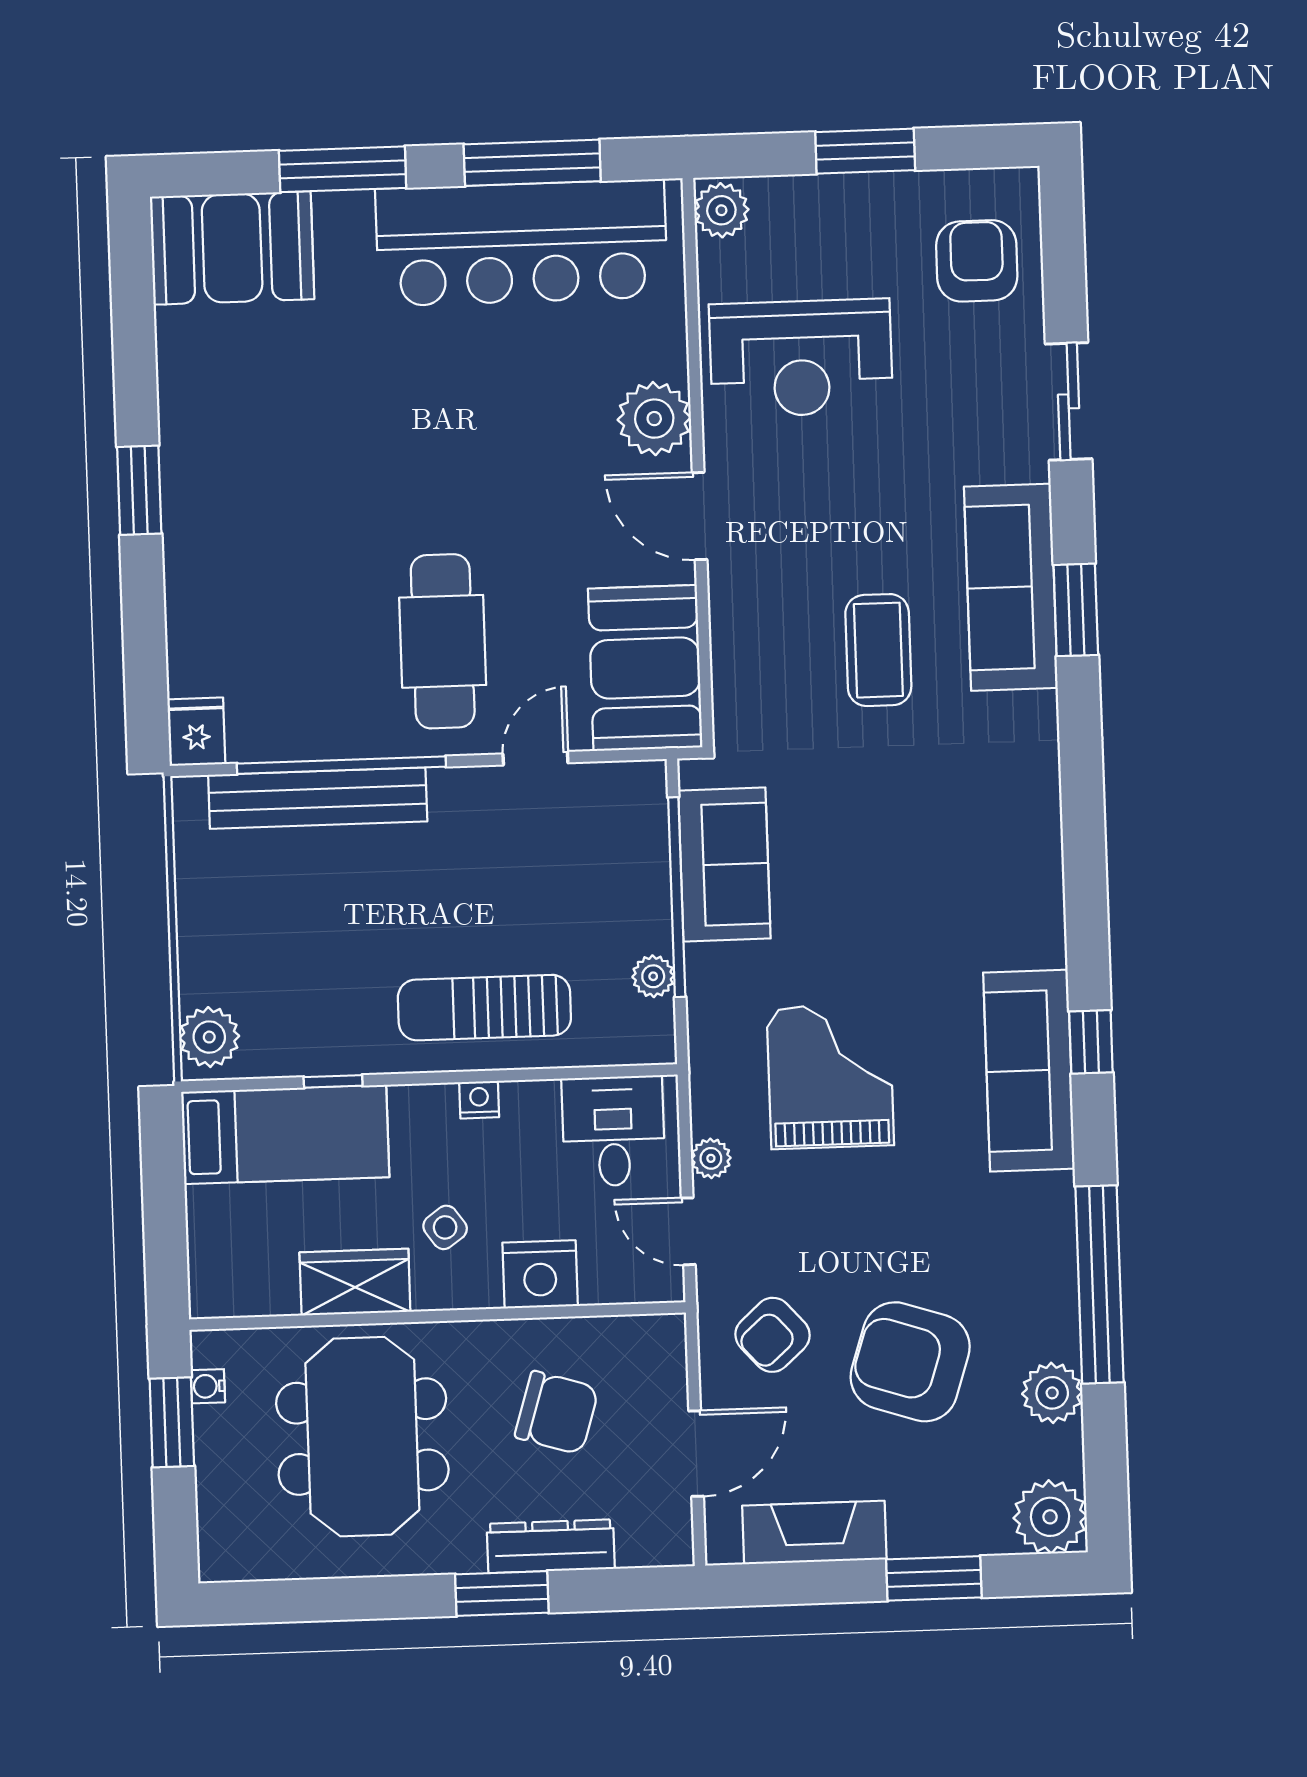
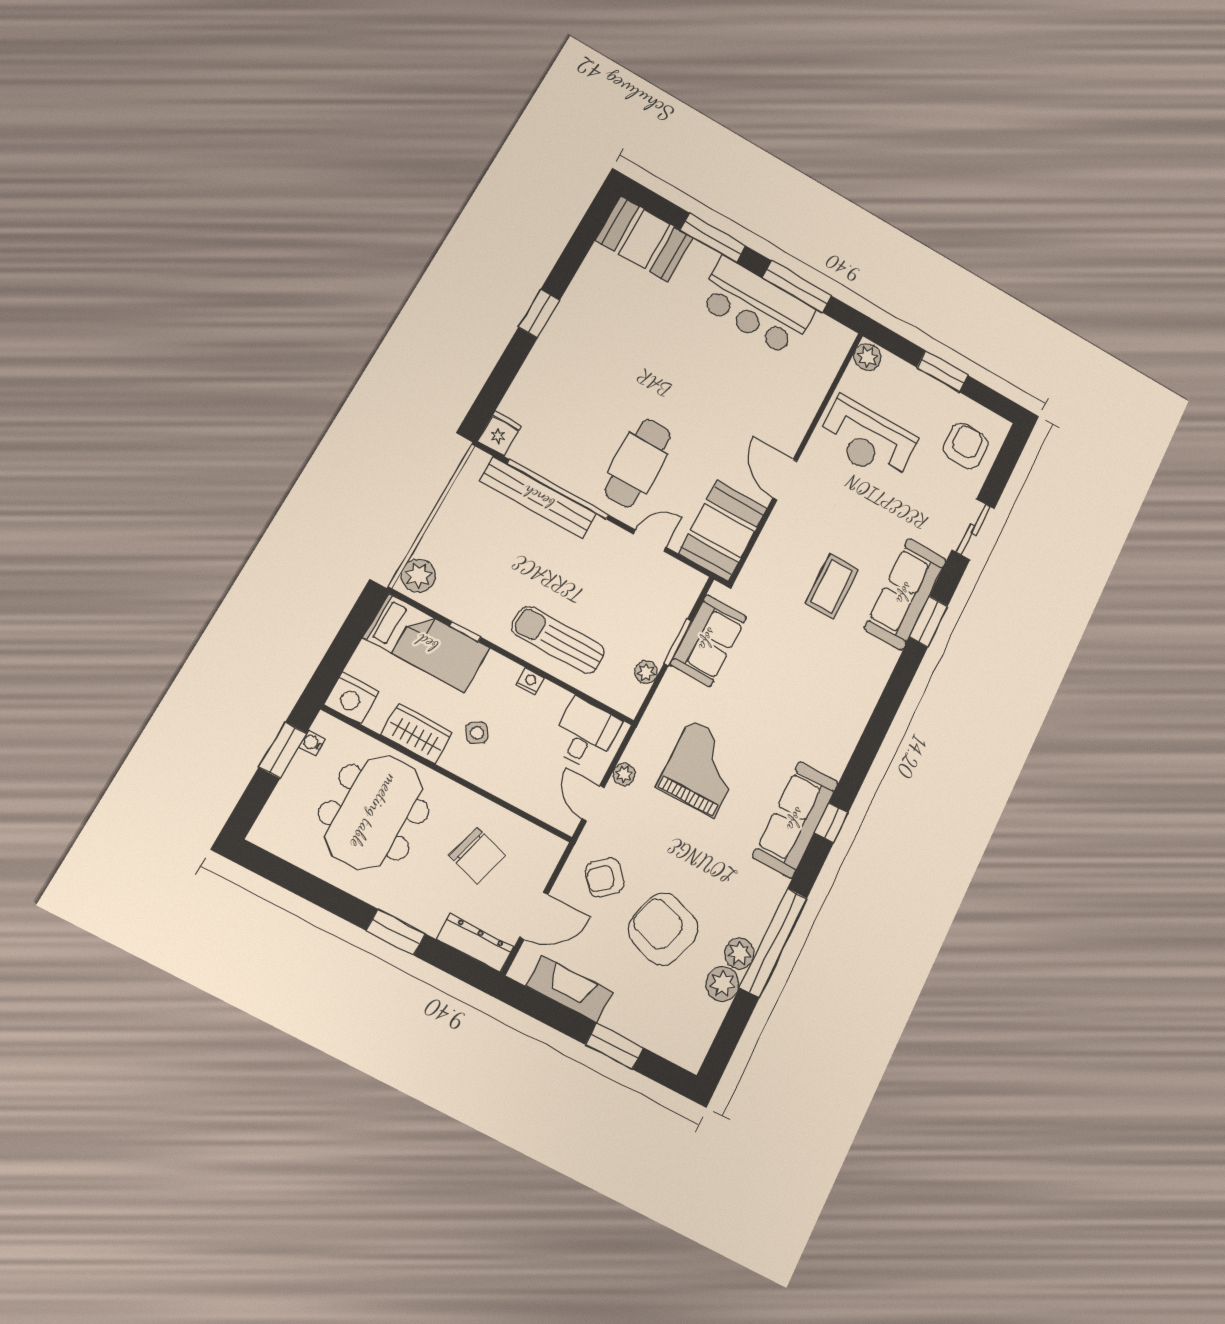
bar counter: (522, 243) -> (756, 306), width x0.73
plant: (654, 419) -> (789, 425), removed
window: (677, 897) -> (678, 642), width x0.47
nightstand: (540, 1274) -> (352, 698), moved
plant: (1050, 1517) -> (739, 953), moved, width x0.73, depth x0.73
dresser: (551, 1546) -> (475, 943), moved

